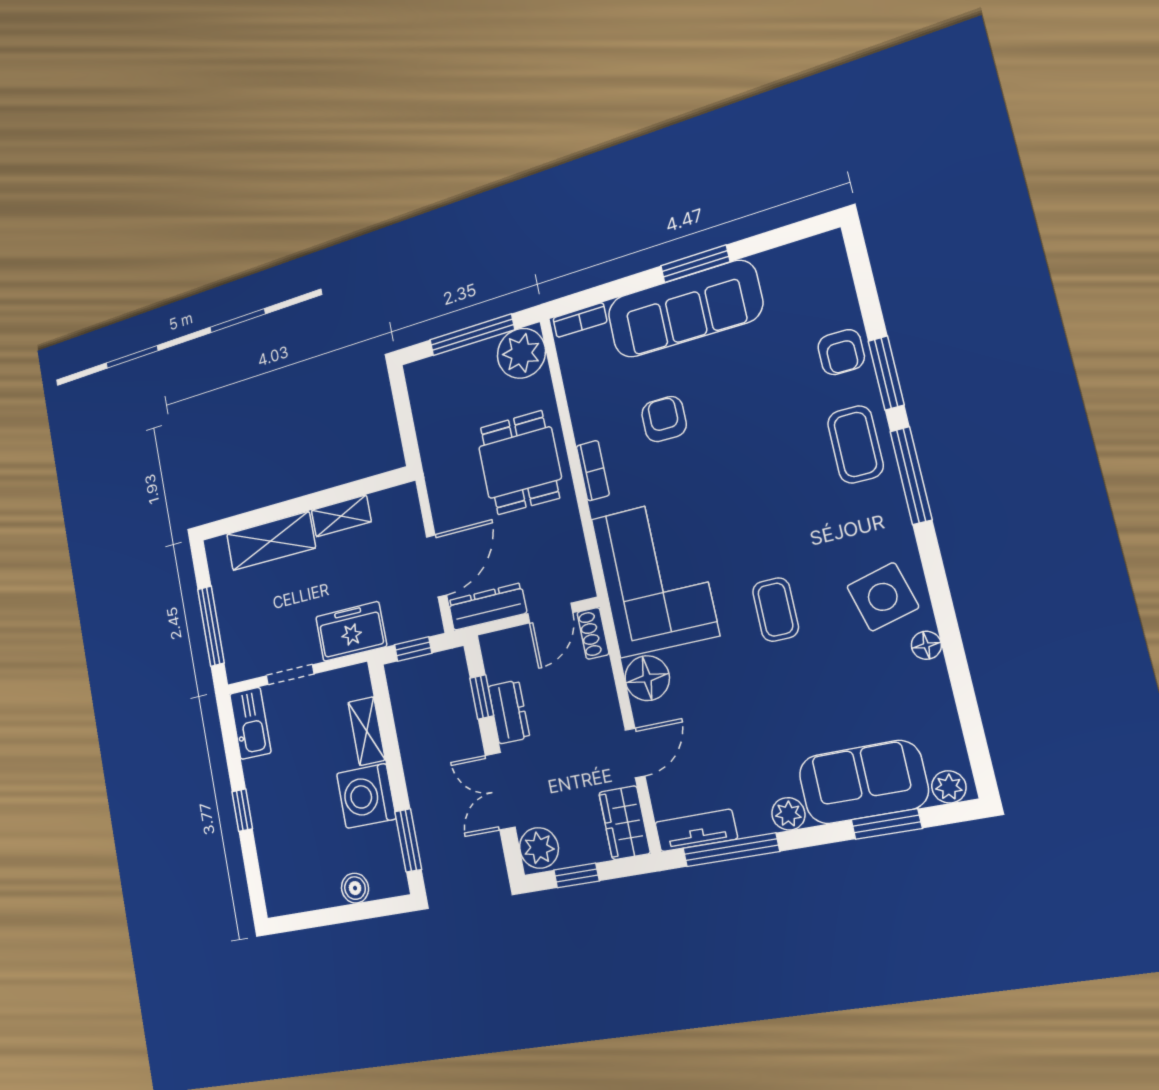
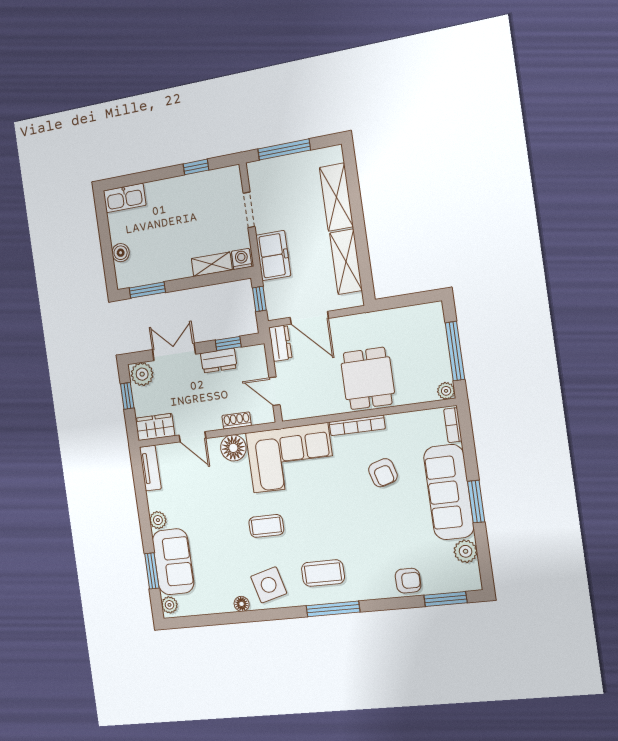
plant: (778, 266) -> (466, 551), added
armchair: (841, 352) -> (408, 581), turned 180
plant: (521, 353) -> (446, 391), width x0.53, depth x0.53
window: (886, 373) -> (445, 599), moved
armchair: (664, 419) -> (383, 473), turned 74
coffee table: (855, 444) -> (323, 573), moved
dining table: (520, 463) -> (368, 378), turned 90
bookcase: (593, 471) -> (357, 425), width x1.56
shelving: (341, 516) -> (346, 262), width x1.50, depth x1.33
dresser: (487, 607) -> (280, 343), width x0.70
shoe rack: (593, 633) -> (237, 421), moved
kitchen sink: (250, 723) -> (125, 198), moved
washing machine: (366, 796) -> (242, 259), moved, width x0.53, depth x0.53
window: (242, 810) -> (196, 167), moved
window: (731, 850) -> (140, 487), removed

